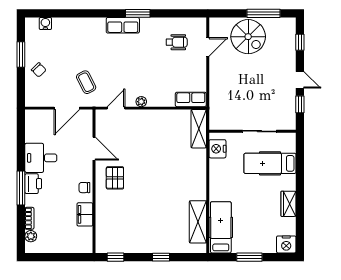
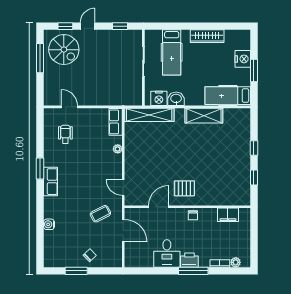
water cooler: (45, 24) -> (49, 224), moved
spiral stairs: (248, 37) -> (64, 50), moved, turned 90
door: (300, 80) -> (88, 26), moved
plant: (141, 102) -> (118, 149), moved
shelving: (199, 129) -> (149, 115), width x1.47
washbasin: (217, 168) -> (176, 99), added
wardrobe: (288, 204) -> (207, 36), width x1.50
filing cabinet: (85, 214) -> (228, 215), moved
shelving: (198, 222) -> (204, 116), moved
nightstand: (286, 244) -> (243, 59), moved
window: (116, 257) -> (254, 178), moved

